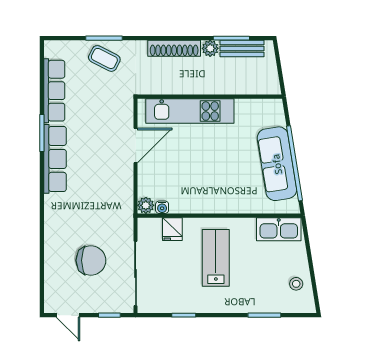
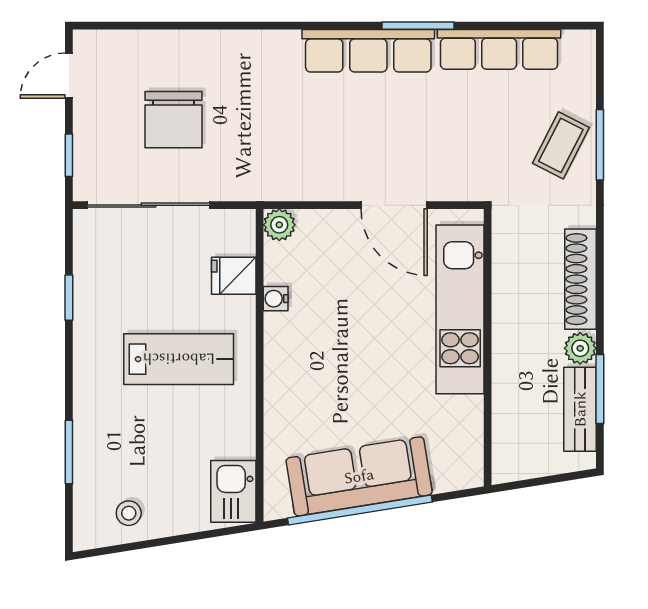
water cooler: (162, 207) -> (276, 299), moved
kitchen sink: (279, 229) -> (233, 491), width x0.73

